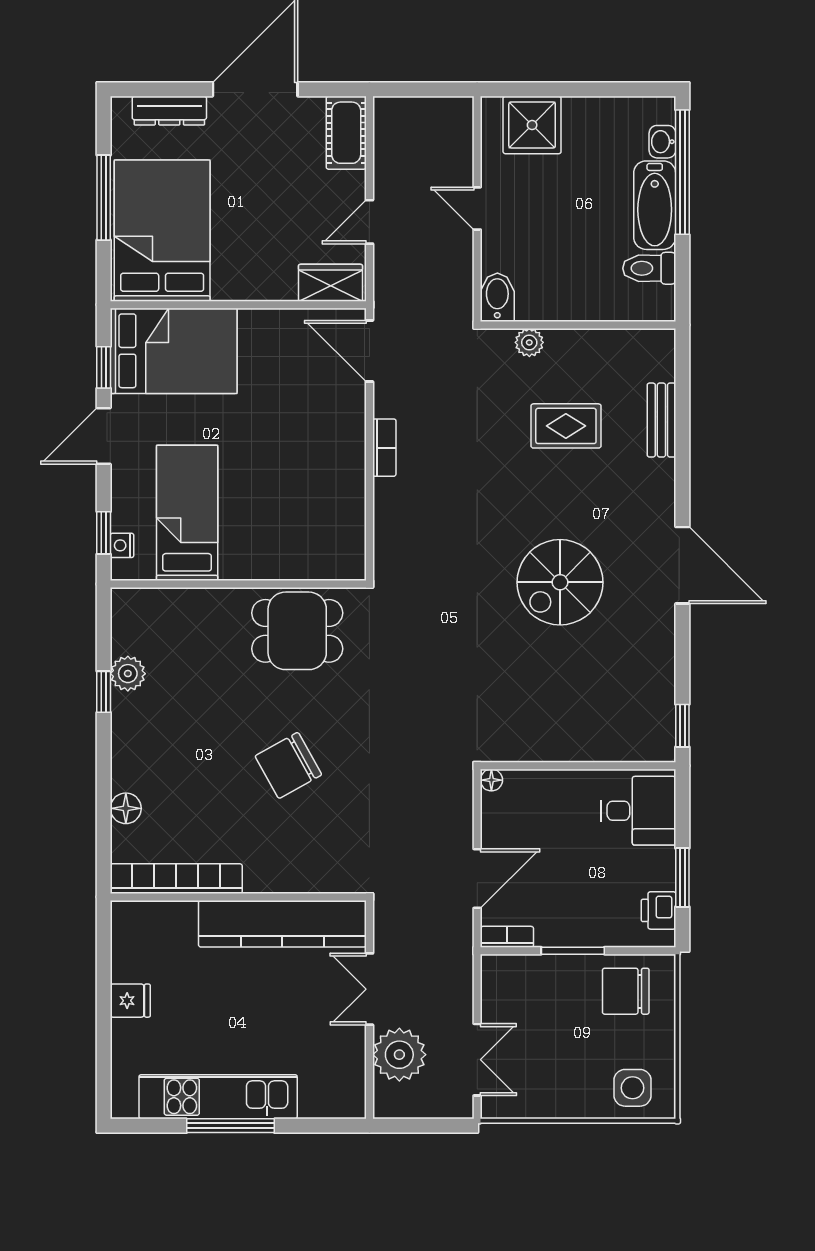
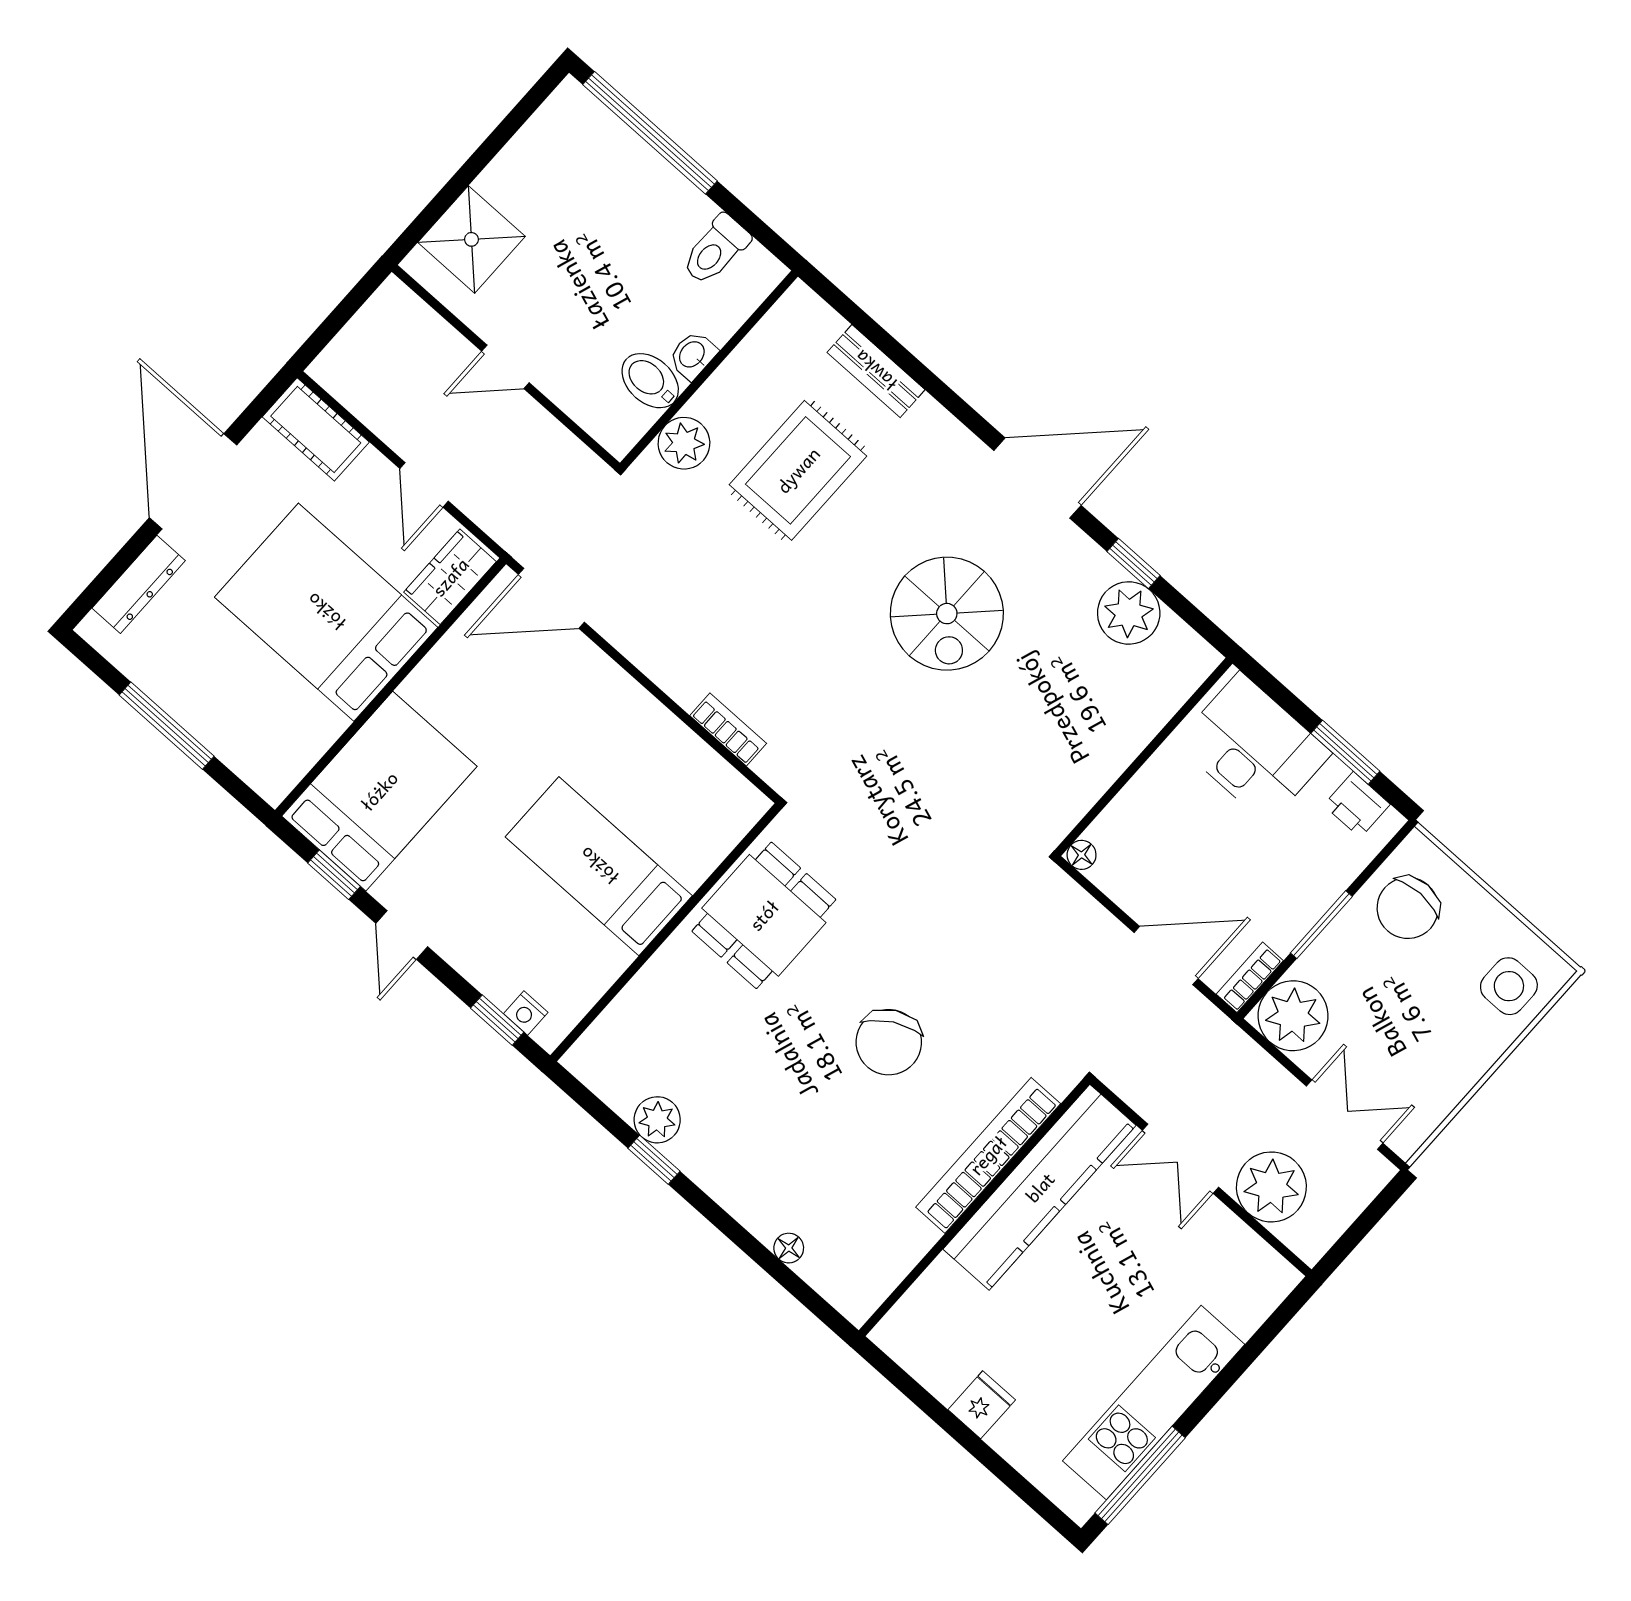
washbasin: (662, 142) -> (693, 355), moved, turned 90
bathtub: (655, 205) -> (658, 189), removed
bed: (162, 231) -> (326, 612), moved
bidet: (497, 297) -> (650, 381), moved
plant: (529, 342) -> (684, 443), width x1.38, depth x1.38
rug: (566, 426) -> (798, 470), width x1.36, depth x1.43
door: (104, 436) -> (402, 935), width x0.73
bookcase: (384, 448) -> (728, 729), moved
bed: (187, 513) -> (599, 866), moved
plant: (652, 685) -> (1129, 613), added
window: (682, 726) -> (1133, 563), moved
floor lamp: (126, 808) -> (789, 1248), width x0.73, depth x0.73
desk: (638, 811) -> (1254, 748), width x1.37
bookcase: (176, 879) -> (988, 1155), moved
door: (477, 879) -> (1166, 956), hinge flipped
plant: (507, 981) -> (1293, 1016), added
window: (231, 1126) -> (1140, 1475), moved

